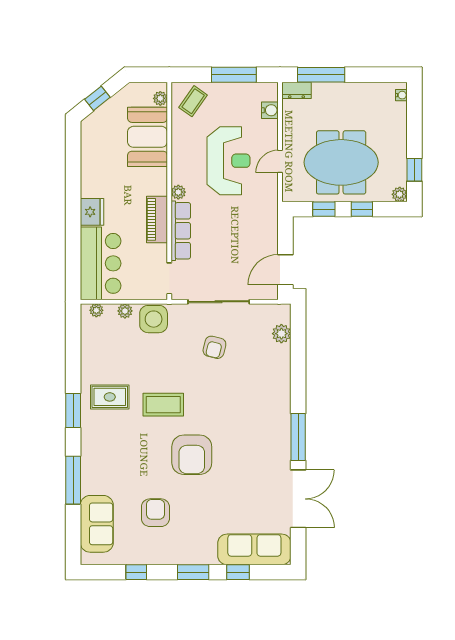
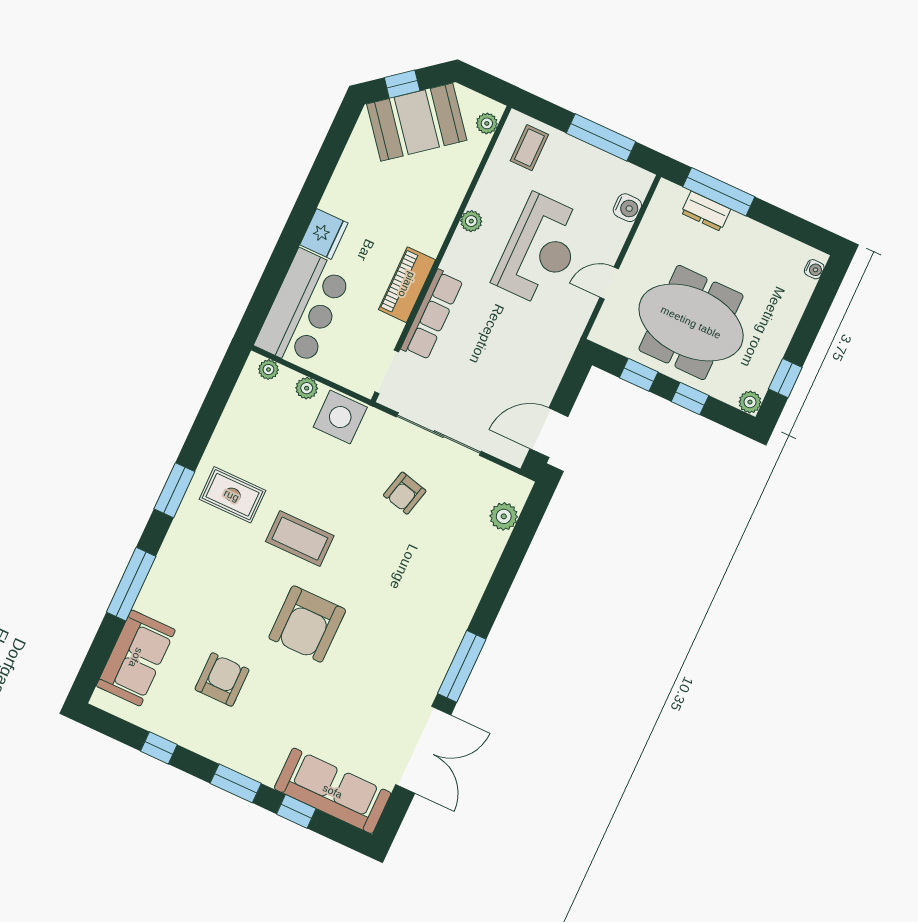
dresser: (297, 90) -> (706, 211), moved
coffee table: (193, 101) -> (529, 148), turned -35
booth: (147, 137) -> (417, 122), moved, turned 51
plant: (178, 192) -> (471, 221), moved

